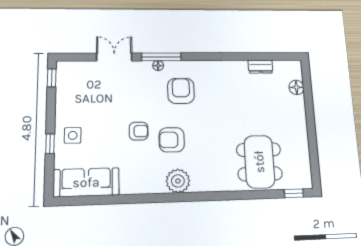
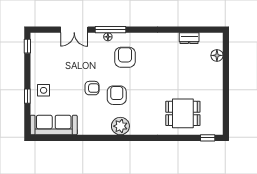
double door: (114, 57) -> (74, 30), swing flipped
armchair: (172, 140) -> (117, 95), turned 90
dining table: (259, 162) -> (183, 113), width x0.73

